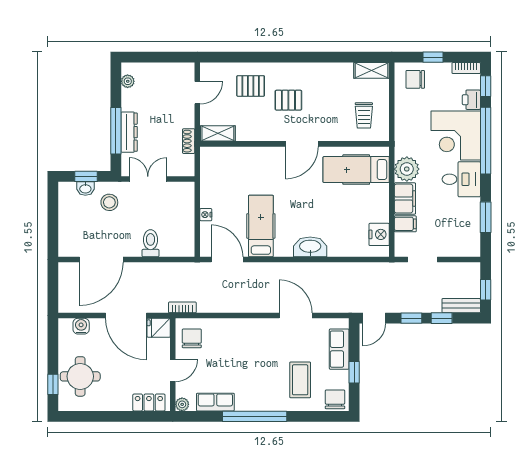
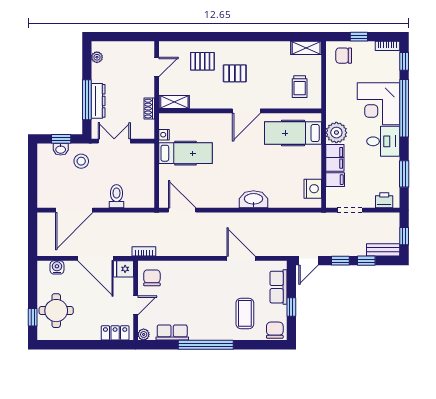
printer: (471, 100) -> (384, 200), moved, turned 90
nightstand: (206, 215) -> (164, 135), moved
hospital bed: (261, 226) -> (185, 153), moved, turned 90

